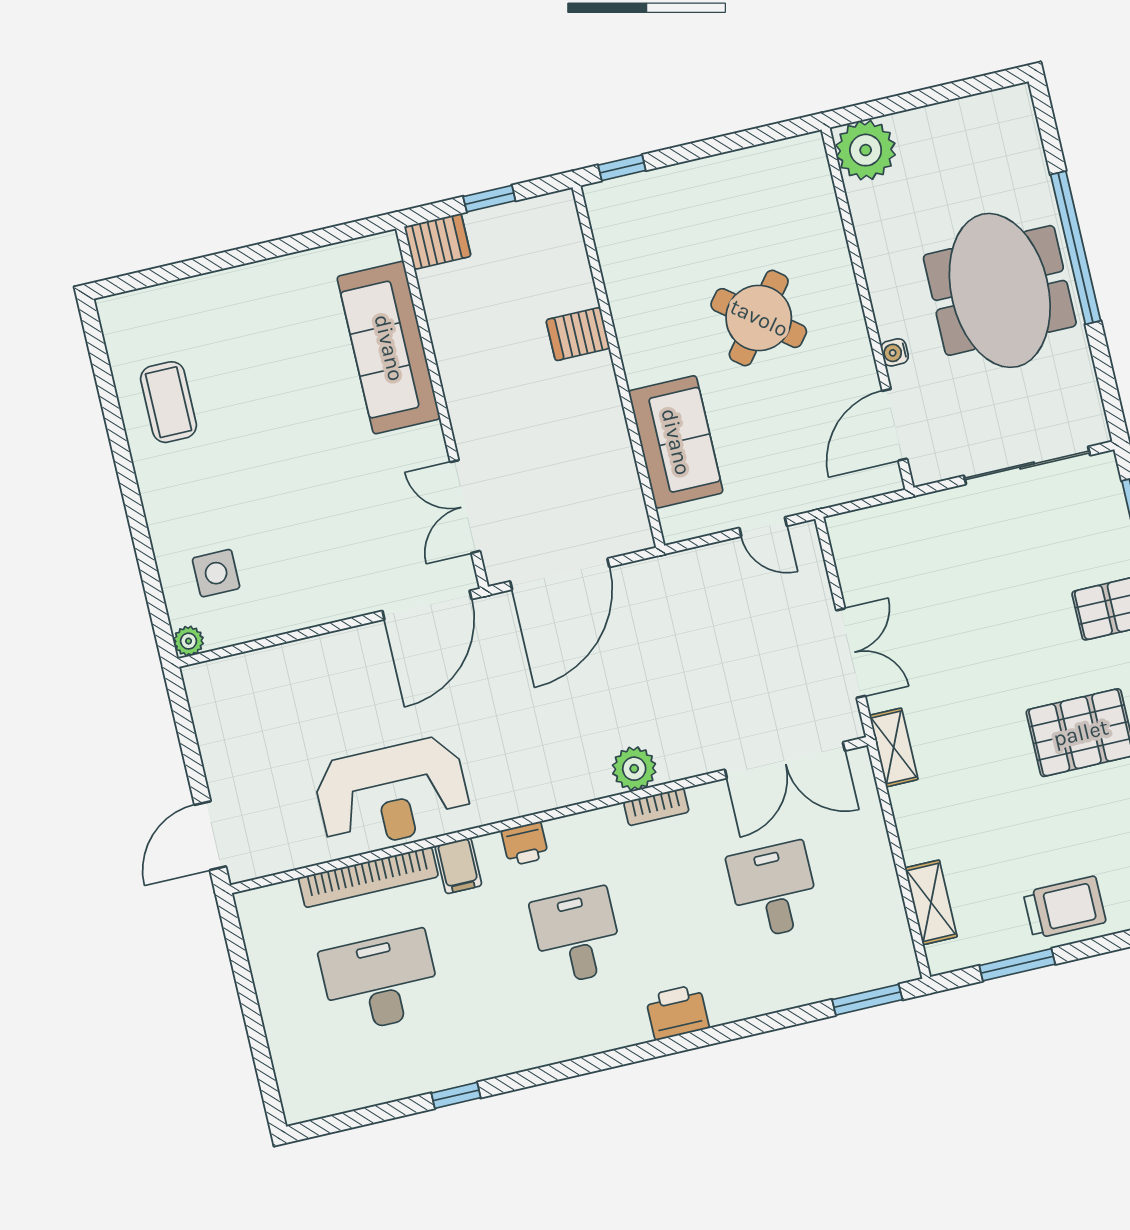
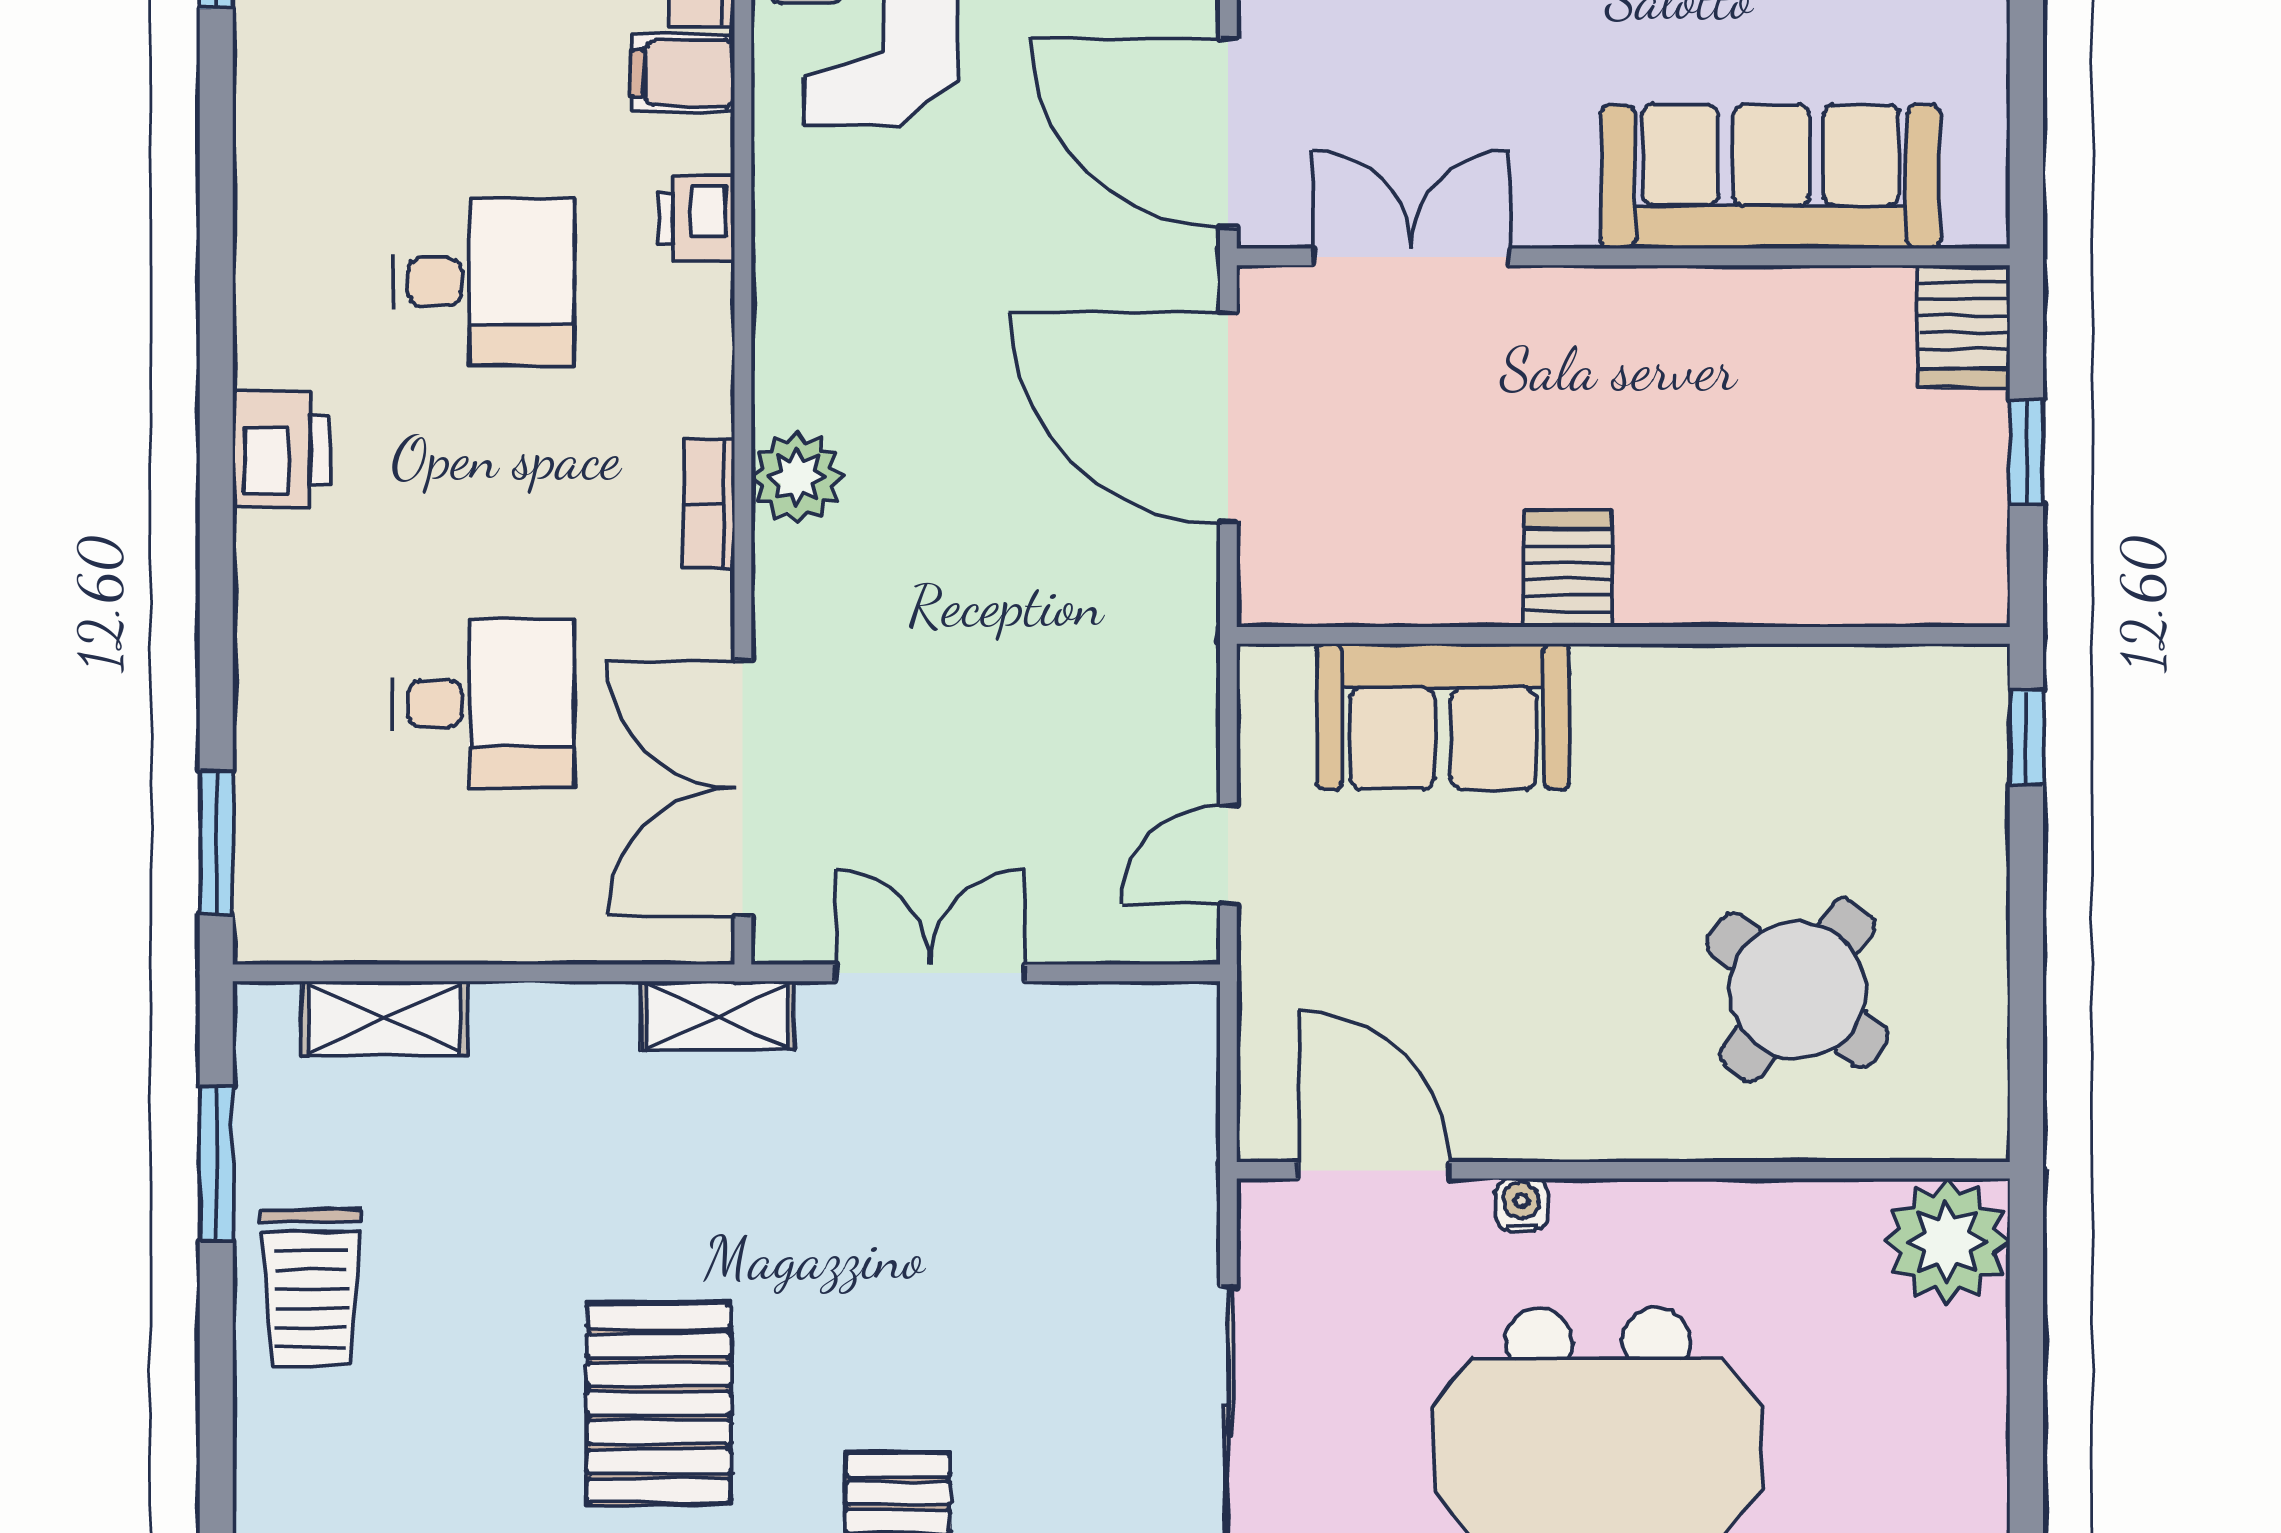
round table: (759, 318) -> (1798, 990), moved
server rack: (578, 334) -> (1568, 569), moved
double door: (851, 653) -> (930, 973), swing flipped

